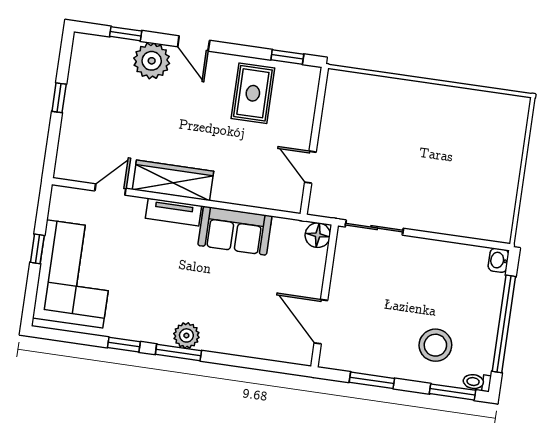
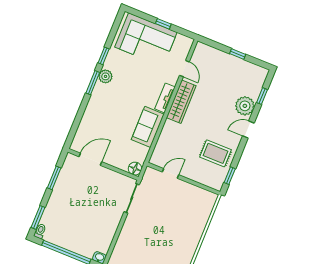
plant: (186, 335) -> (105, 76), moved
stool: (435, 345) -> (64, 215), removed

